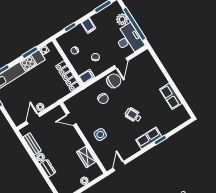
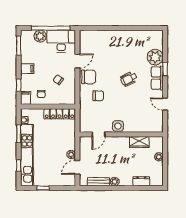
door: (121, 63) -> (77, 61), hinge flipped
filing cabinet: (87, 77) -> (26, 98), moved
chair: (114, 81) -> (89, 77), turned 90
row of seats: (171, 96) -> (133, 36), removed
door: (33, 119) -> (77, 167), hinge flipped
plant: (165, 126) -> (155, 57), added
side table: (100, 135) -> (118, 126), moved
door: (119, 166) -> (165, 104), moved
dresser: (48, 168) -> (141, 181), moved

